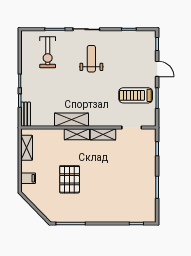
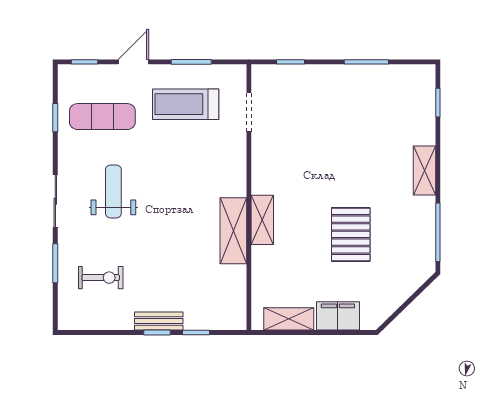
exercise bike: (48, 52) -> (101, 278), width x0.73, depth x0.72
exercise mat: (129, 53) -> (102, 117), added
weight bench: (91, 59) -> (113, 191), turned 90
treadmill: (136, 95) -> (186, 104), turned 90
bench: (26, 114) -> (159, 321), moved
shelving: (103, 134) -> (424, 171), moved
filing cabinet: (28, 178) -> (338, 316), width x2.00
pallet: (70, 179) -> (351, 234), turned 90

